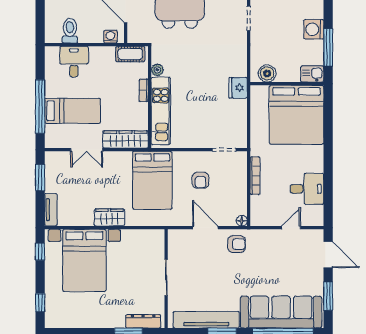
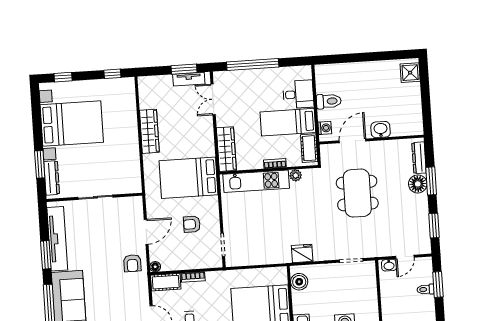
toilet: (70, 31) -> (329, 101), moved
fridge: (238, 88) -> (302, 253), moved
bed: (73, 111) -> (288, 122), moved, turned 90
double door: (87, 150) -> (213, 99), moved
bookcase: (255, 176) -> (193, 277), width x0.64
tv unit: (51, 210) -> (189, 79), moved
cot: (258, 211) -> (166, 282), added
wardrobe: (109, 218) -> (149, 131), width x1.50
bed with nightstands: (84, 260) -> (72, 123), moved, turned 180

